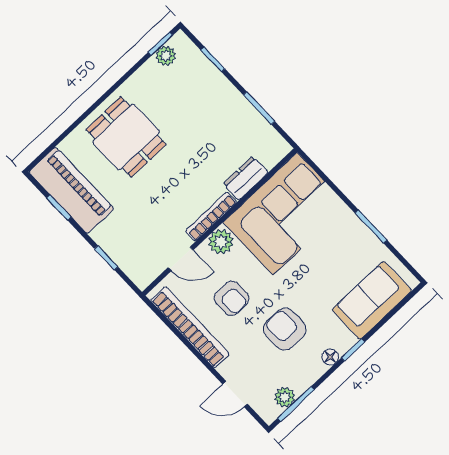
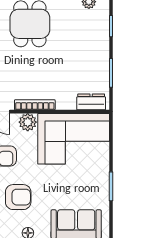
dresser: (246, 178) -> (91, 102), moved
armchair: (285, 329) -> (18, 197), turned 90

